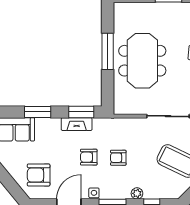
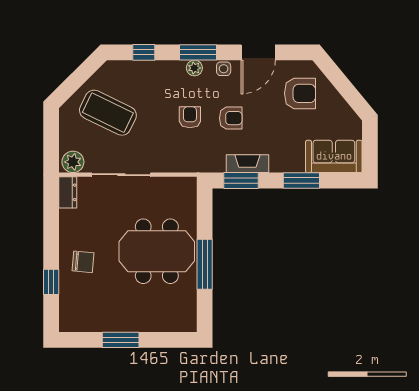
meeting table: (142, 61) -> (157, 251), turned 90
armchair: (118, 158) -> (190, 117), turned -90
plant: (137, 193) -> (194, 68), moved

